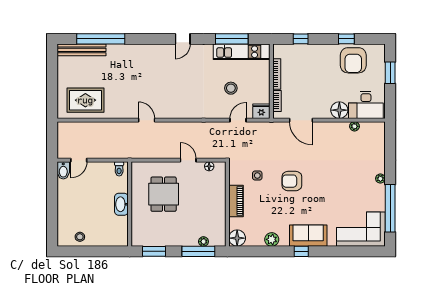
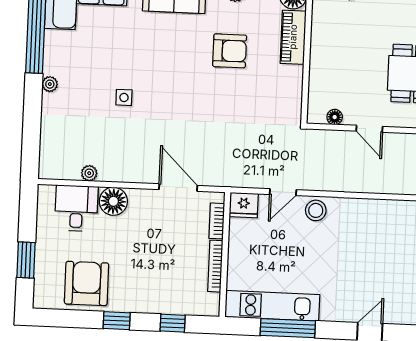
window: (346, 39) -> (117, 321), moved
stool: (231, 88) -> (316, 210), moved
desk: (366, 105) -> (76, 208), width x0.73
side table: (257, 176) -> (124, 97), moved
armchair: (292, 181) -> (230, 51), moved
piano: (236, 201) -> (293, 37), moved

